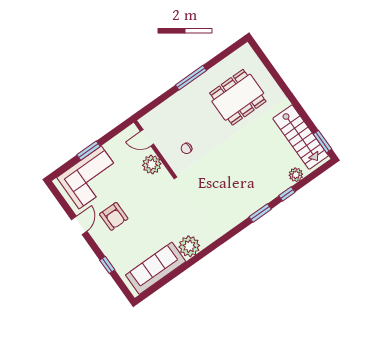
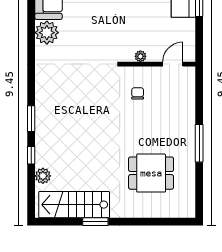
dining table: (238, 97) -> (151, 173), width x0.73
window: (323, 142) -> (95, 222), moved
plant: (152, 164) -> (140, 56), width x0.53, depth x0.53

